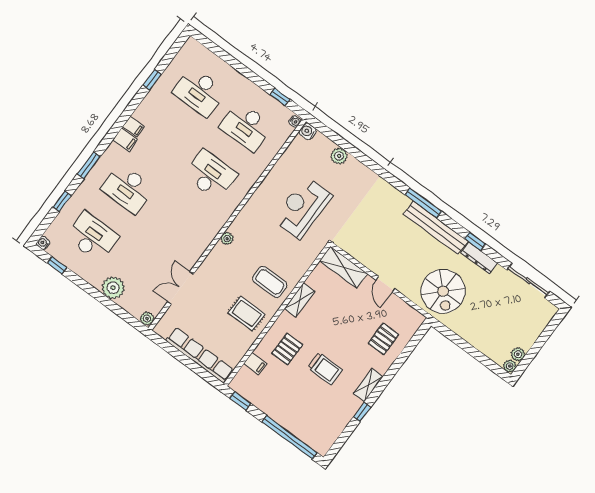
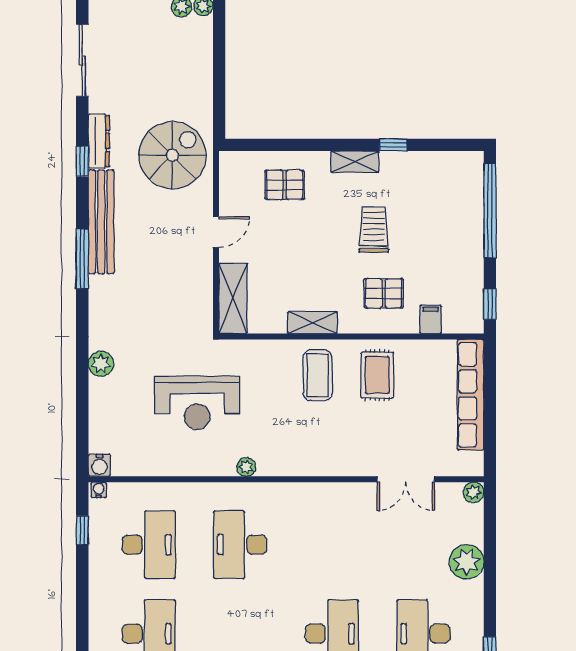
plant: (339, 156) -> (101, 364), moved
plant: (227, 239) -> (246, 467), moved

